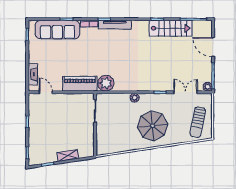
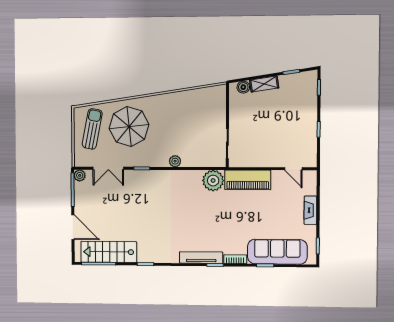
stairs: (171, 28) -> (109, 252), moved
fireplace: (33, 74) -> (310, 210), moved
parasol: (153, 126) -> (129, 127), moved
boiler: (83, 153) -> (243, 87), added

